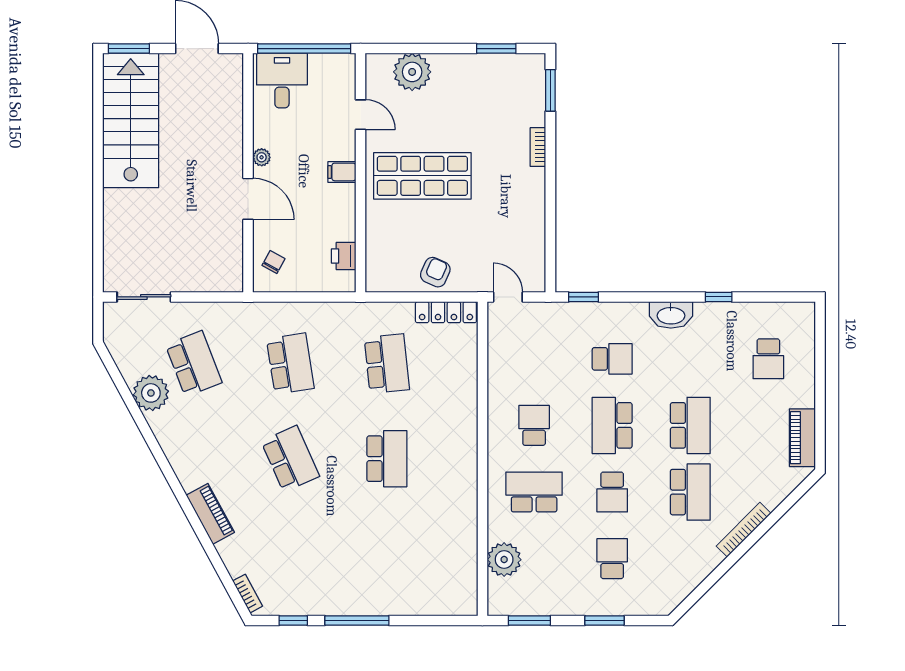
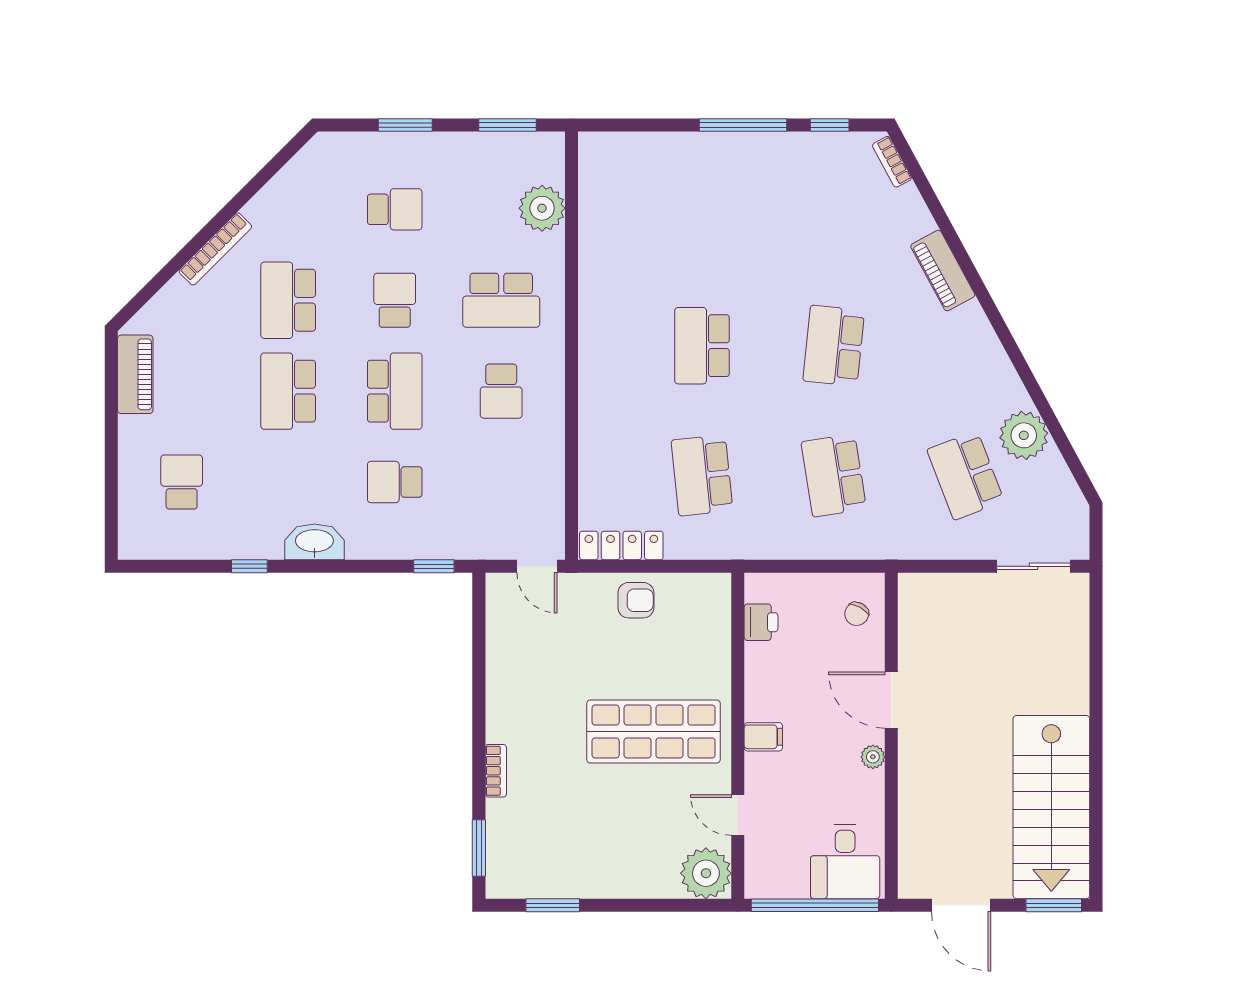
plant: (412, 72) -> (706, 873), moved
armchair: (435, 272) -> (636, 600), turned -114
school desk: (290, 459) -> (834, 346), turned 30
school desk: (612, 559) -> (395, 209), turned -90

